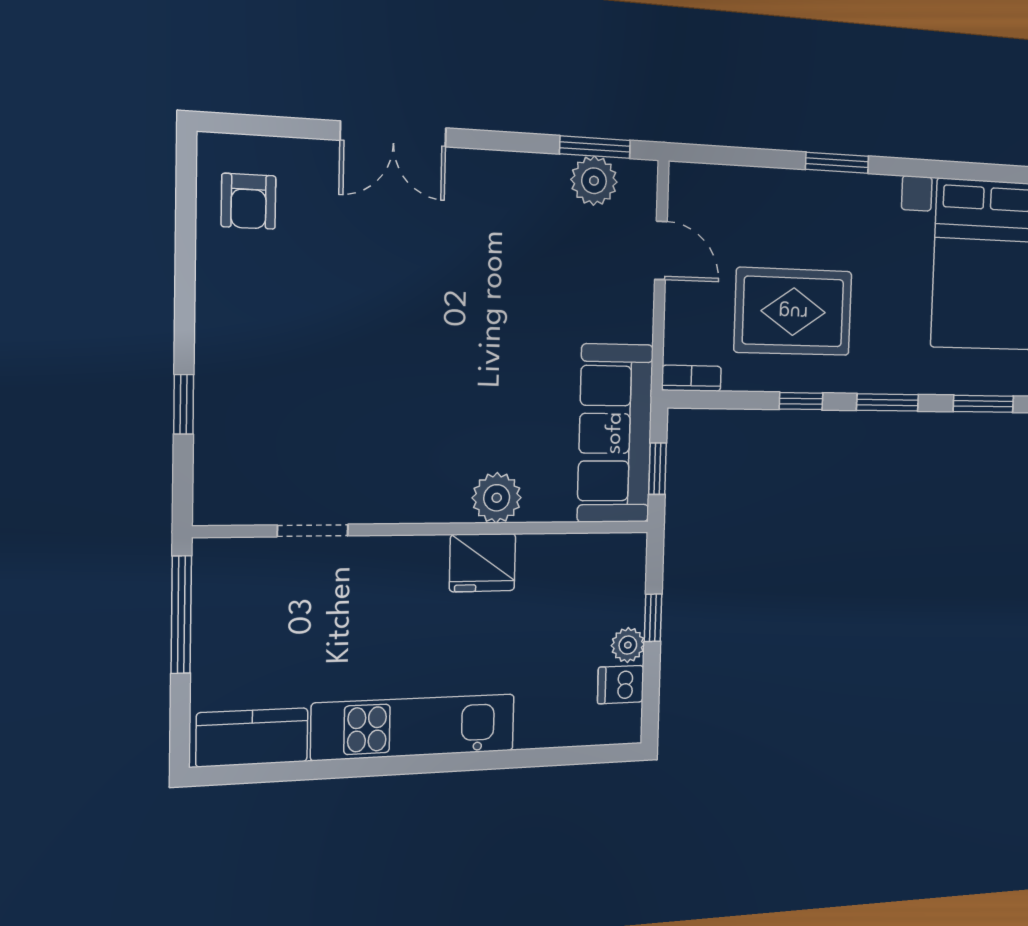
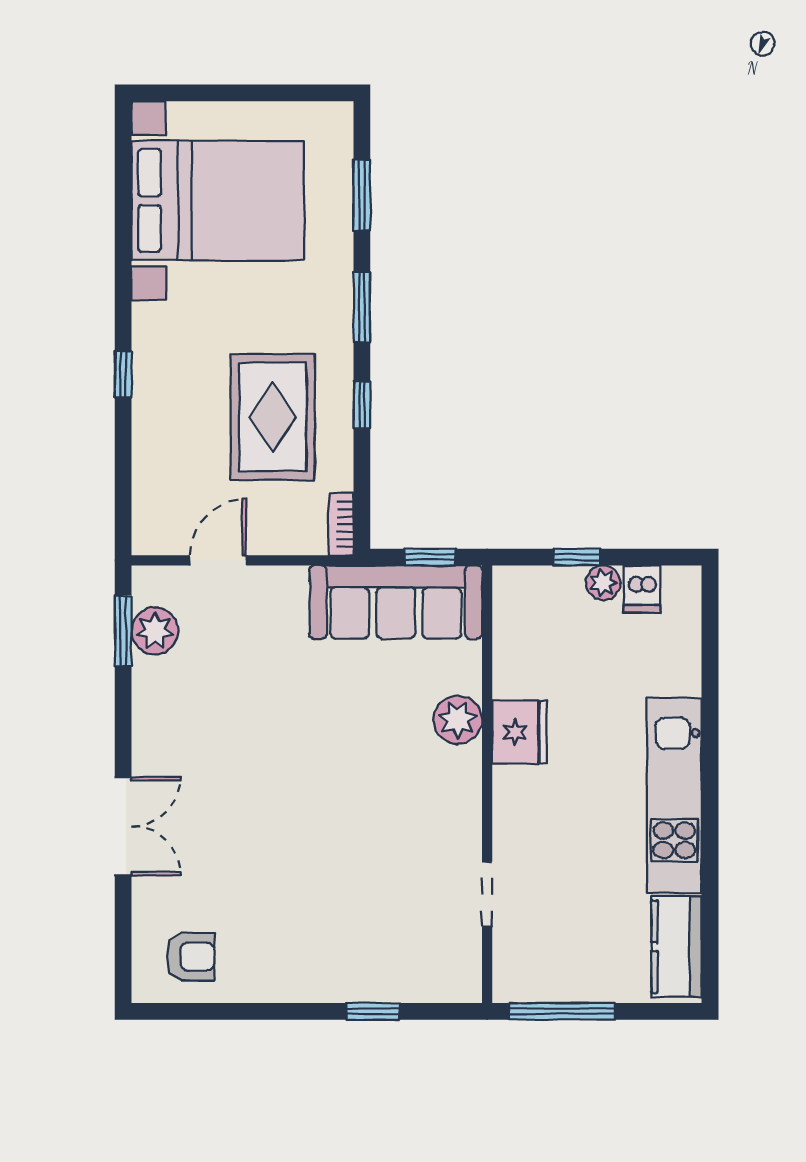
window: (837, 163) -> (123, 374), width x0.67

